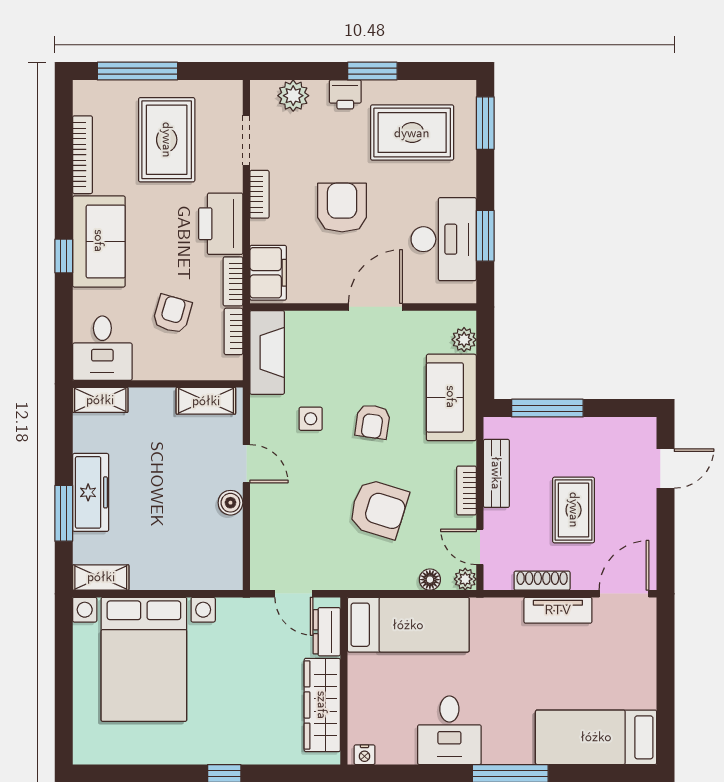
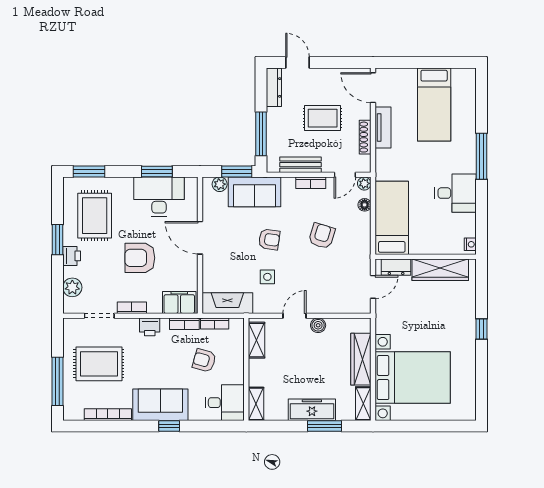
printer: (221, 224) -> (150, 327), width x0.53, depth x0.68
window: (485, 368) -> (237, 171), added
dresser: (624, 429) -> (274, 87), added
armchair: (378, 509) -> (322, 236), width x0.72, depth x0.72
wardrobe: (174, 574) -> (361, 359), added
bed: (596, 737) -> (434, 105), moved

